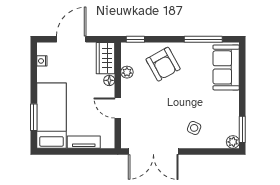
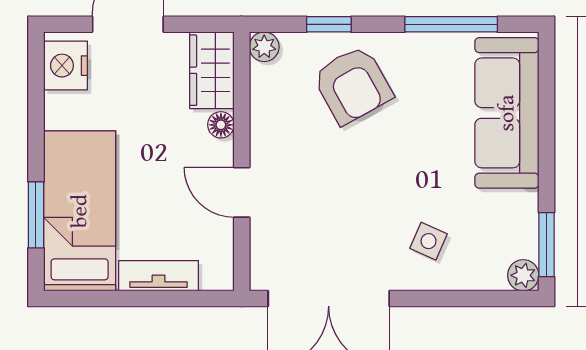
window: (135, 39) -> (329, 24), moved
nightstand: (42, 61) -> (65, 66), width x1.89, depth x1.79
sofa: (226, 67) -> (507, 113), width x1.36
plant: (127, 72) -> (264, 47), moved

